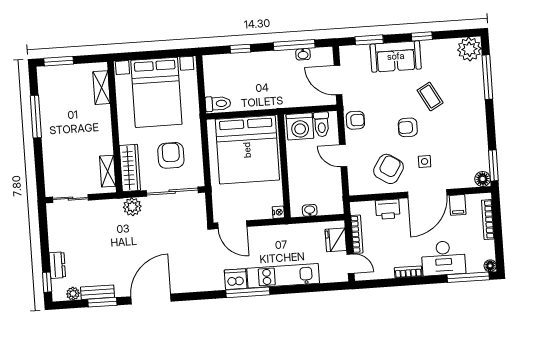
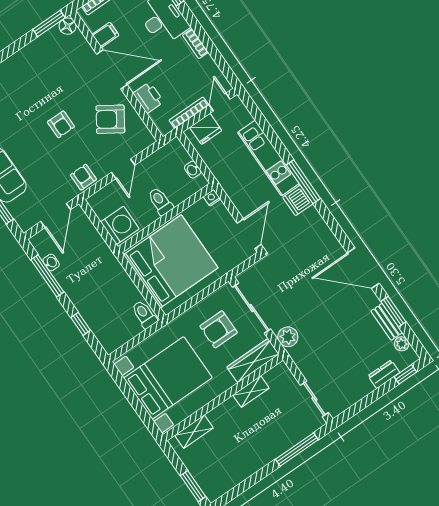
coffee table: (430, 97) -> (20, 121), removed
window: (36, 117) -> (297, 449), moved
toilet: (322, 124) -> (160, 201), moved, turned -90
side table: (425, 161) -> (83, 90), removed
shelving: (108, 171) -> (251, 392), moved

